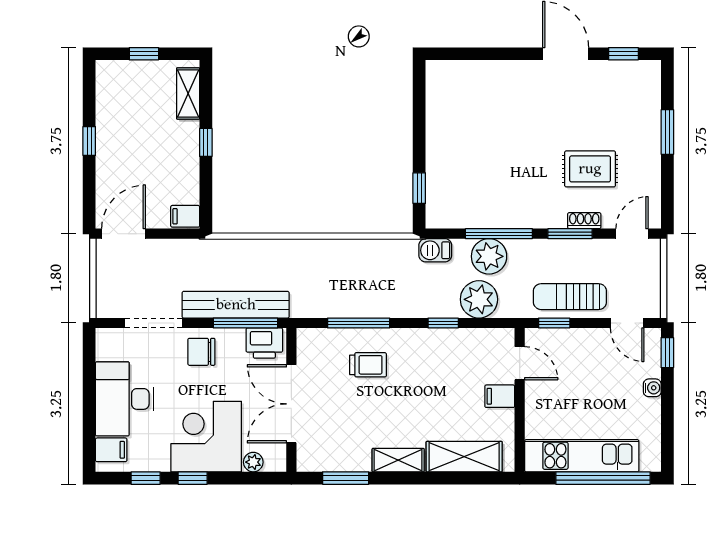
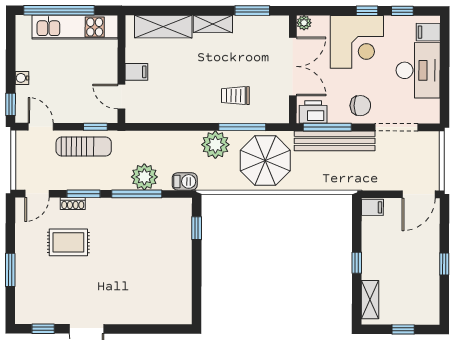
parasol: (328, 278) -> (265, 161), added
plant: (479, 299) -> (215, 145), moved
window: (443, 323) -> (179, 127), removed
plant: (253, 462) -> (304, 23), moved

